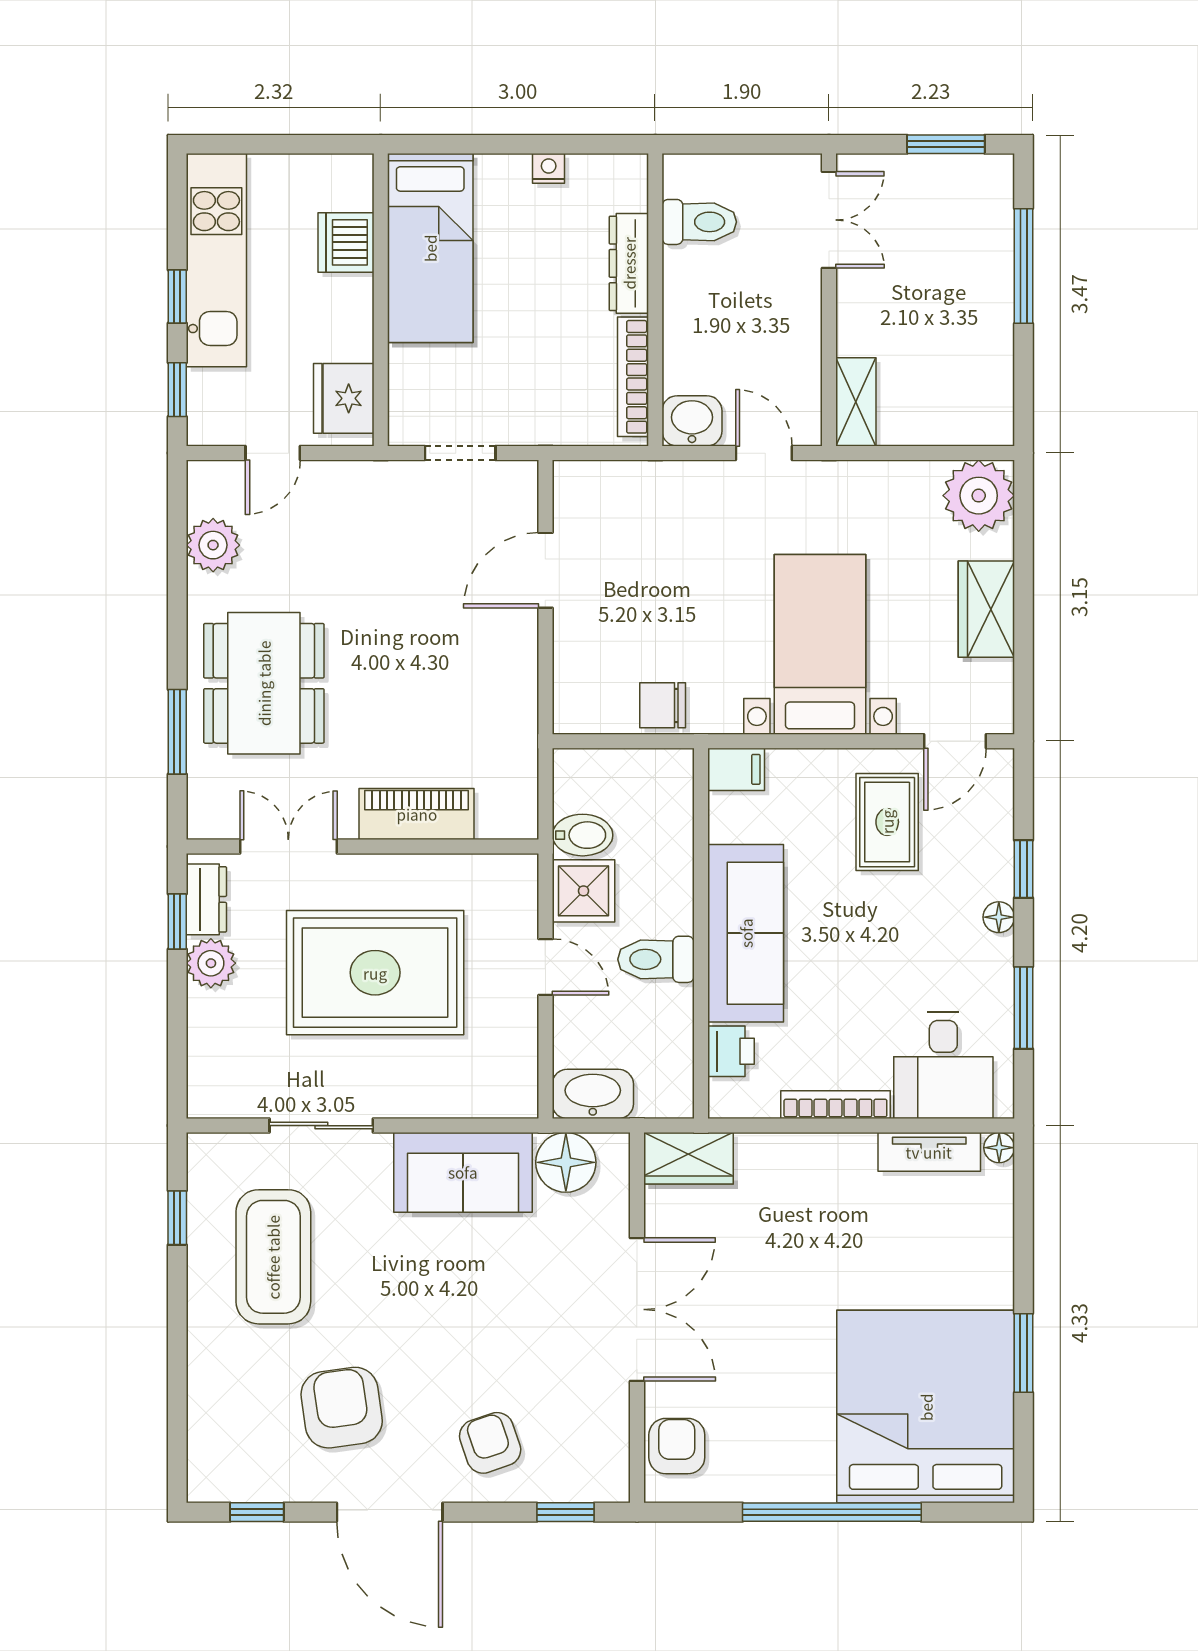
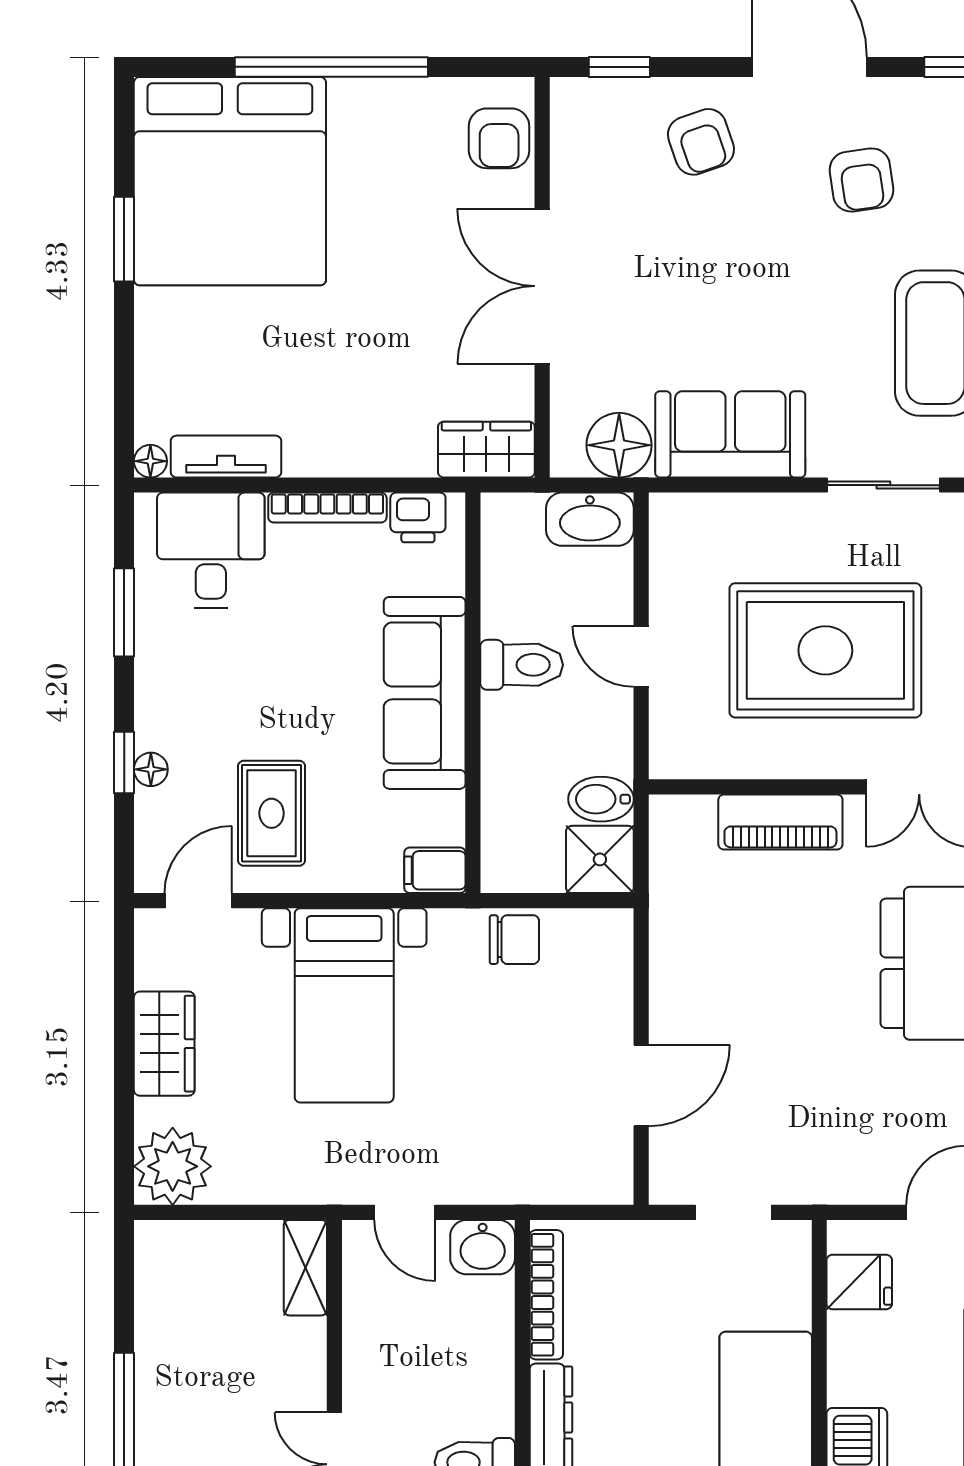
fridge: (344, 398) -> (859, 1282), width x0.72
shower: (584, 891) -> (600, 859), moved
floor lamp: (999, 917) -> (151, 769), moved
printer: (731, 1051) -> (418, 517), moved, turned -90
armchair: (342, 1408) -> (861, 180), width x0.72, depth x0.72

